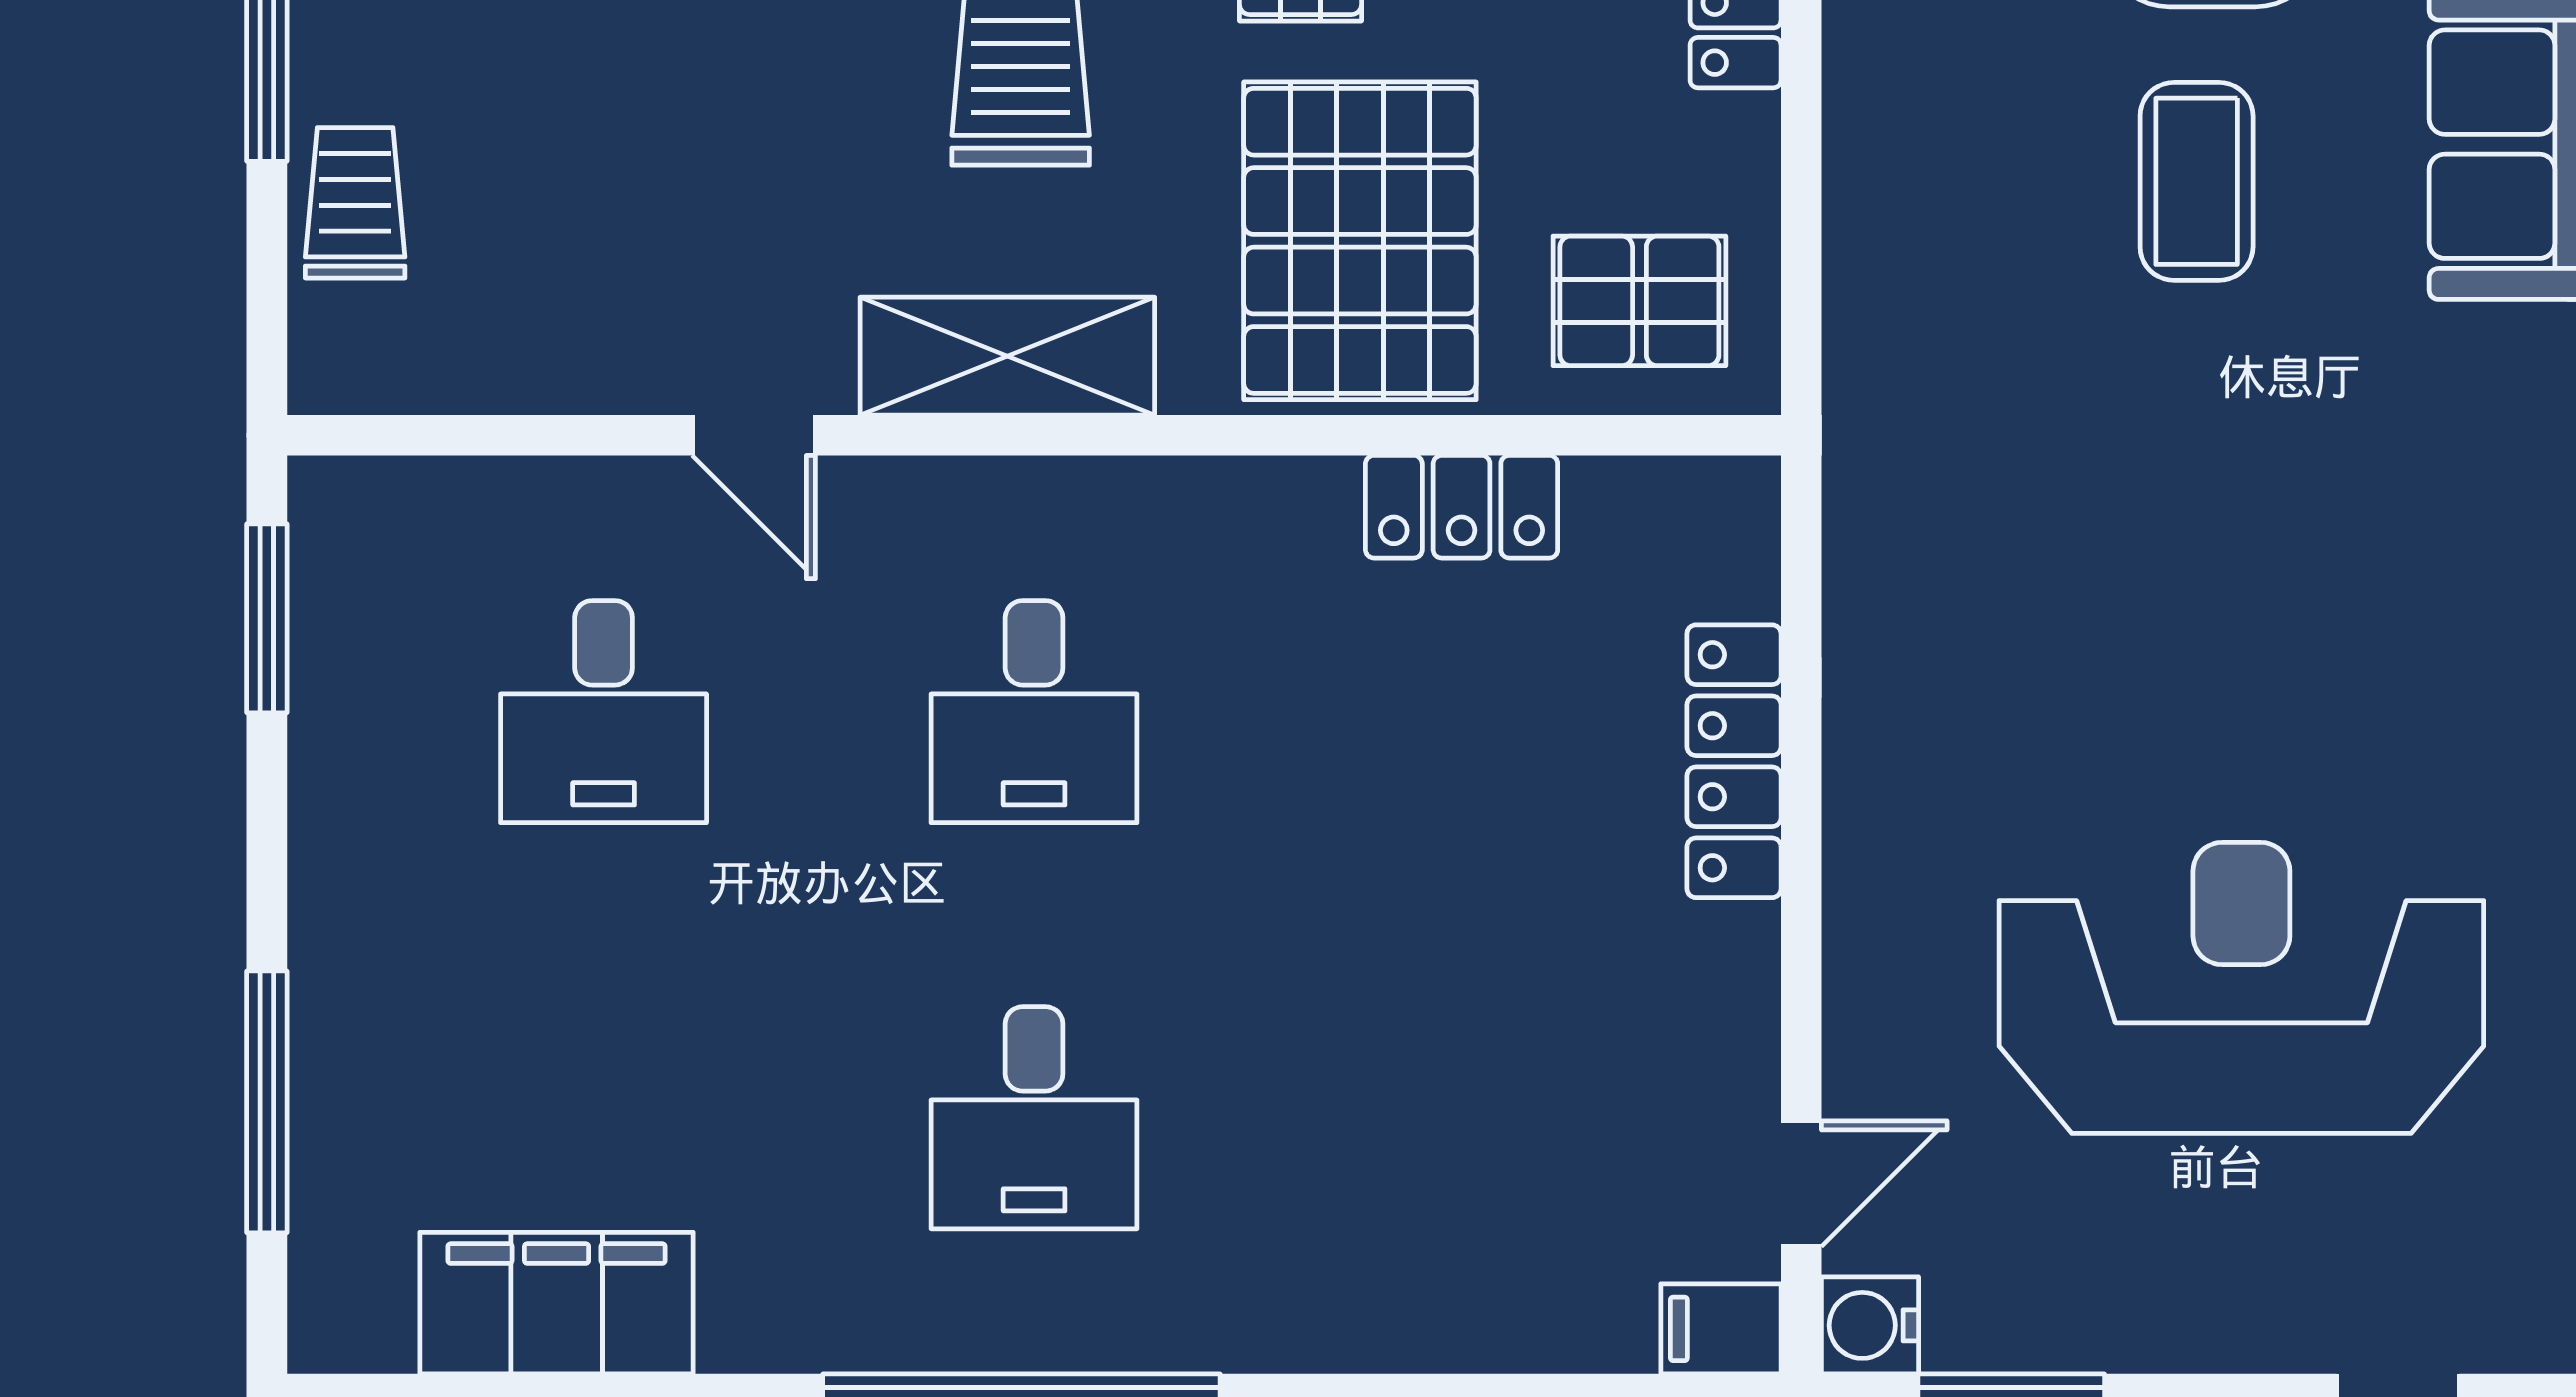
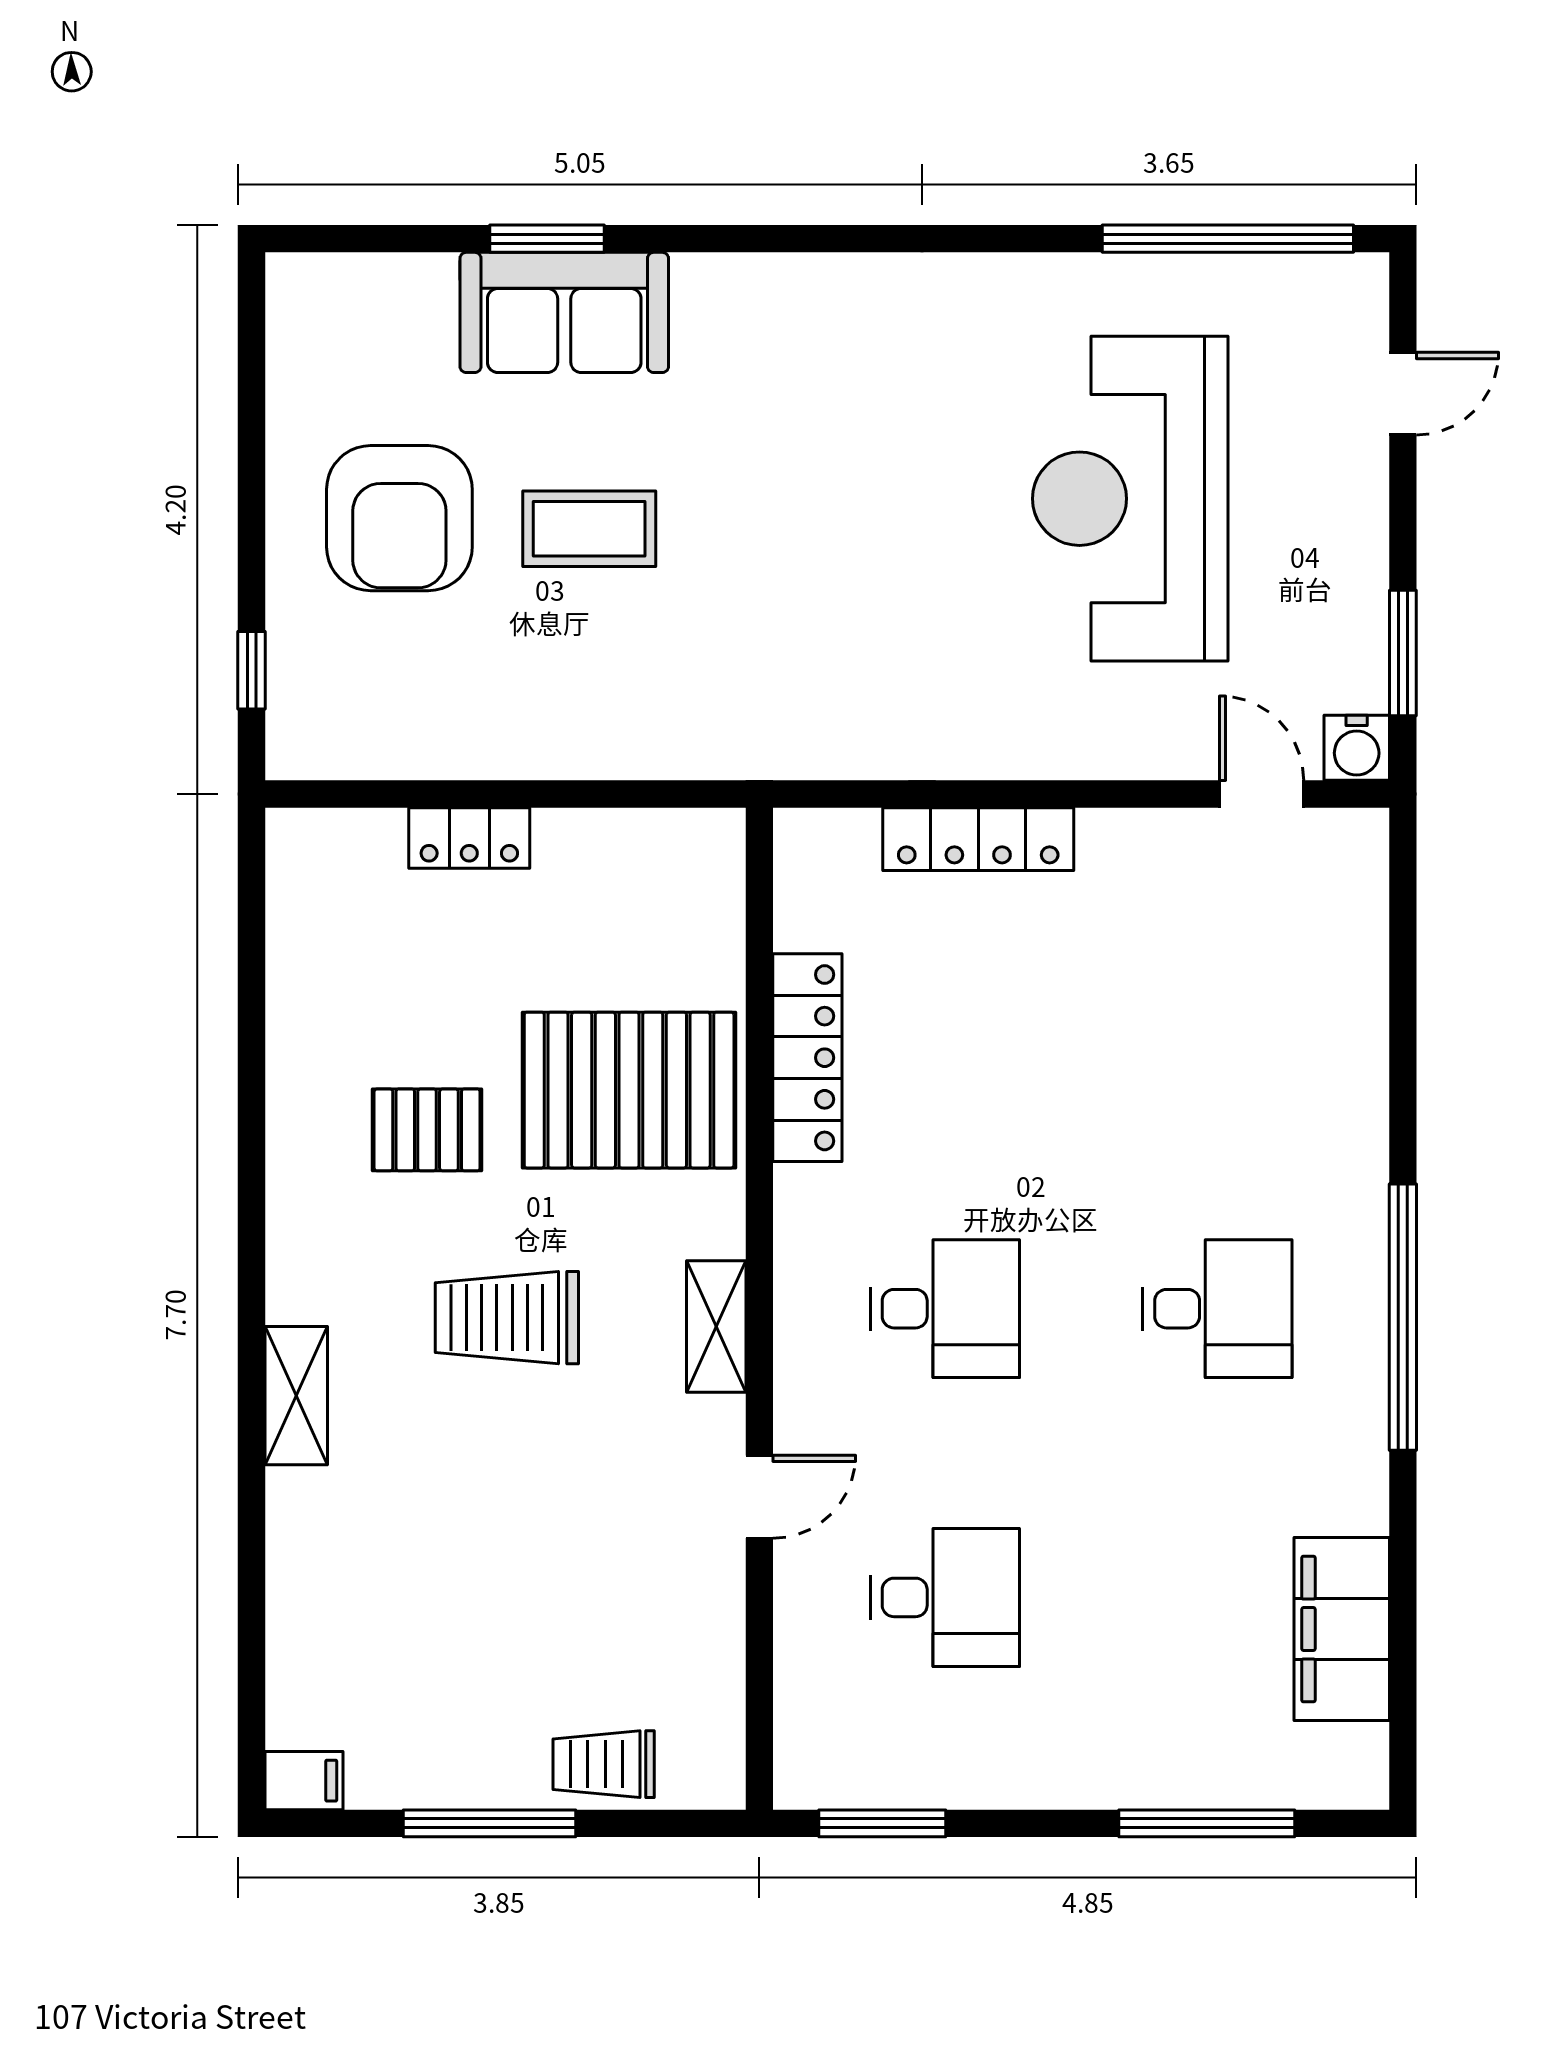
pallet: (1639, 301) -> (669, 903), removed
shelving: (1007, 356) -> (716, 1327), width x0.67, depth x0.75
locker: (1462, 507) -> (807, 1058), width x1.53
filing cabinet: (1721, 1329) -> (1359, 848), removed

